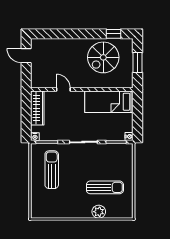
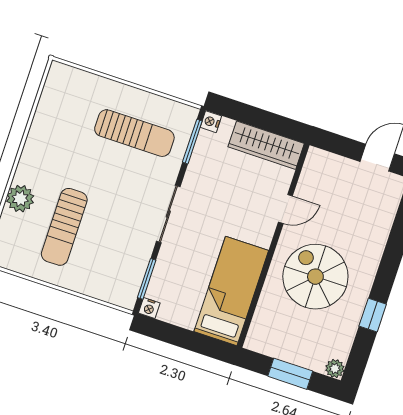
window: (114, 34) -> (373, 315), moved
plant: (128, 43) -> (335, 369), added
spiral stairs: (103, 57) -> (315, 277), moved

